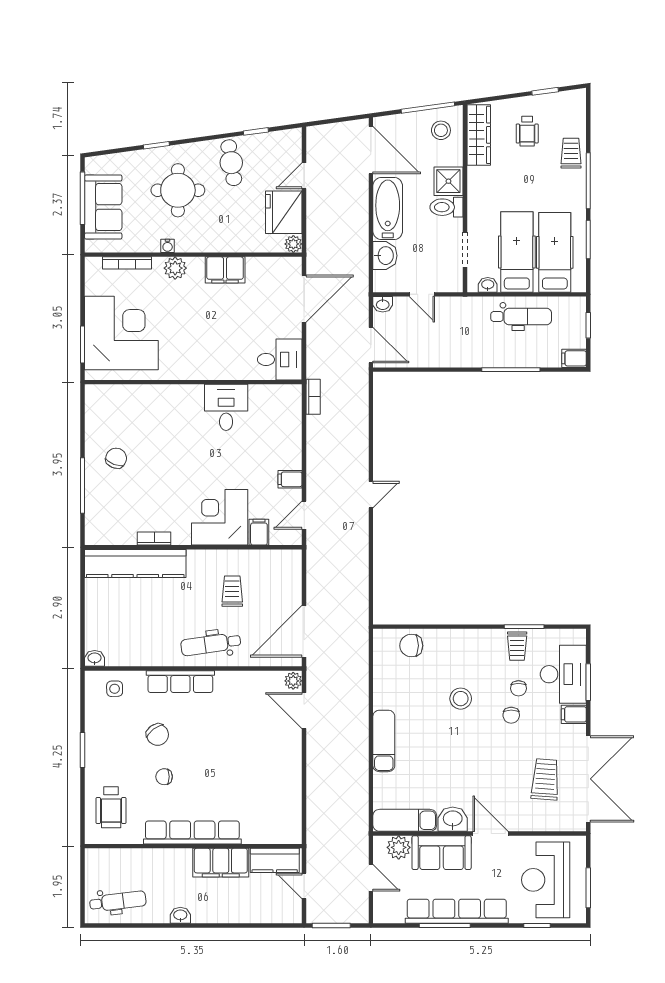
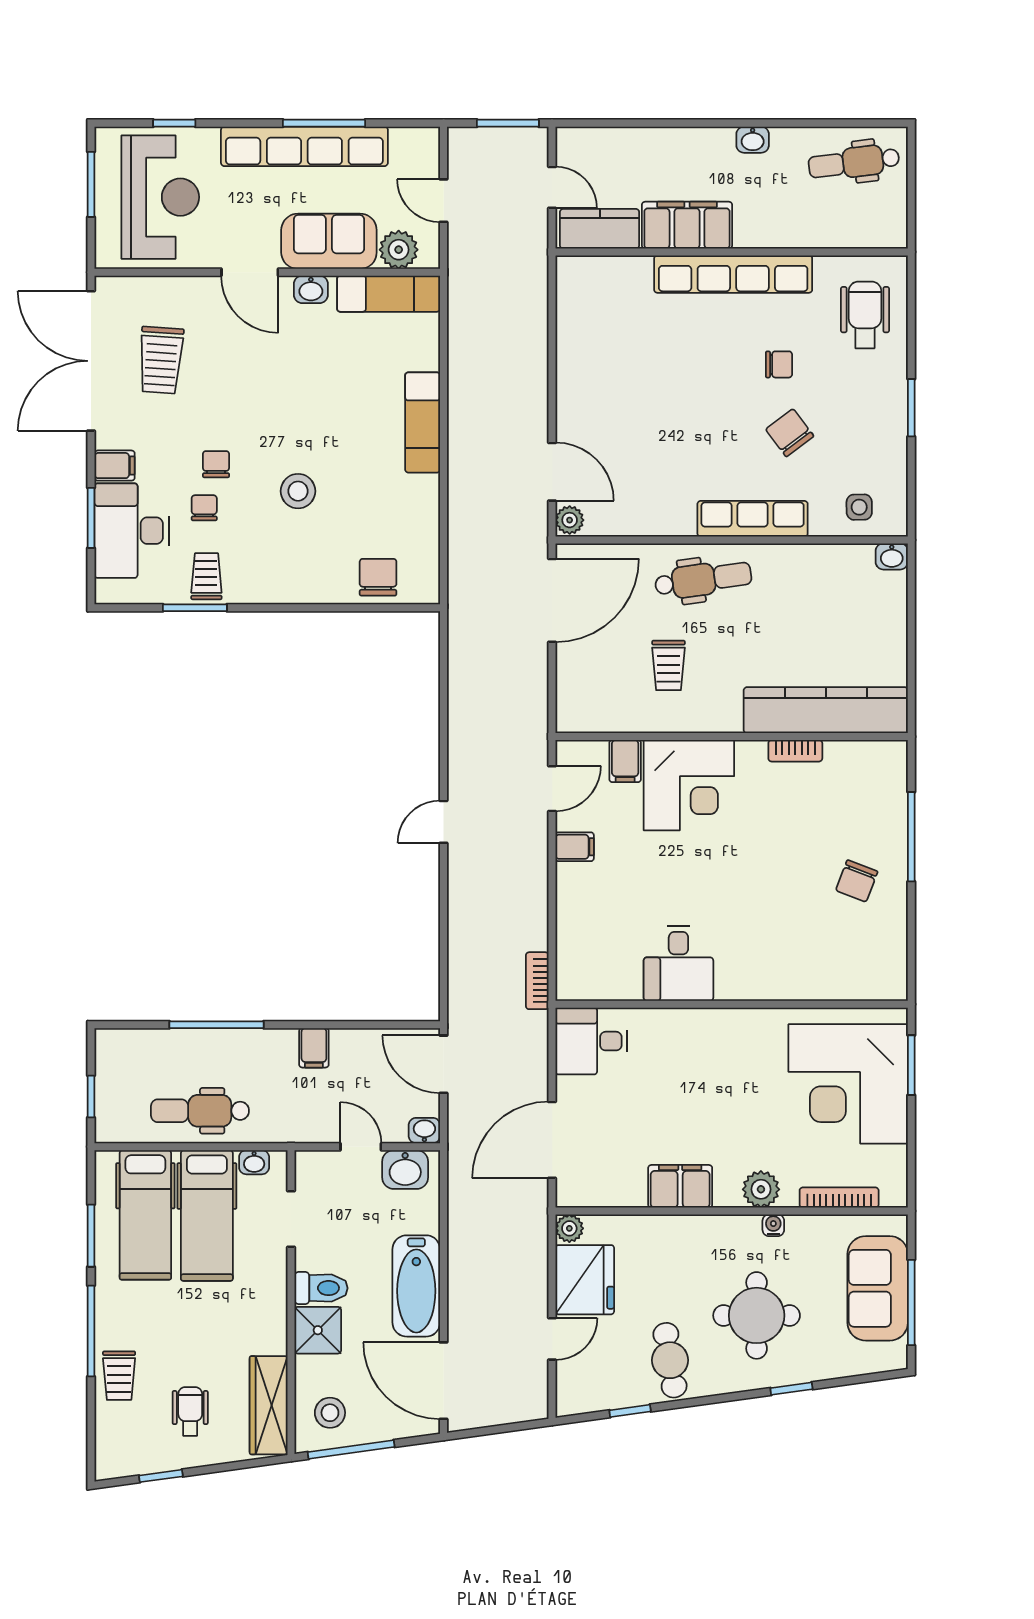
washbasin: (385, 256) -> (405, 1169), moved, turned -90
filing cabinet: (574, 358) -> (314, 1048), moved, turned 90
chair: (411, 646) -> (378, 577), turned -90
washbasin: (453, 819) -> (311, 289), width x0.72, depth x0.69

